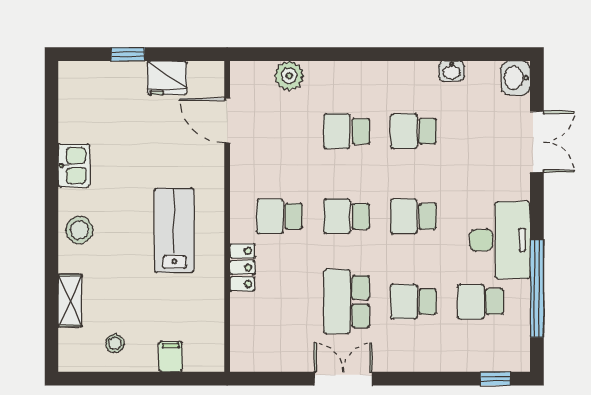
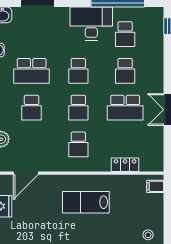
school desk: (413, 131) -> (32, 71), width x1.85
locker: (242, 267) -> (125, 165), moved
filing cabinet: (171, 357) -> (155, 186), moved

